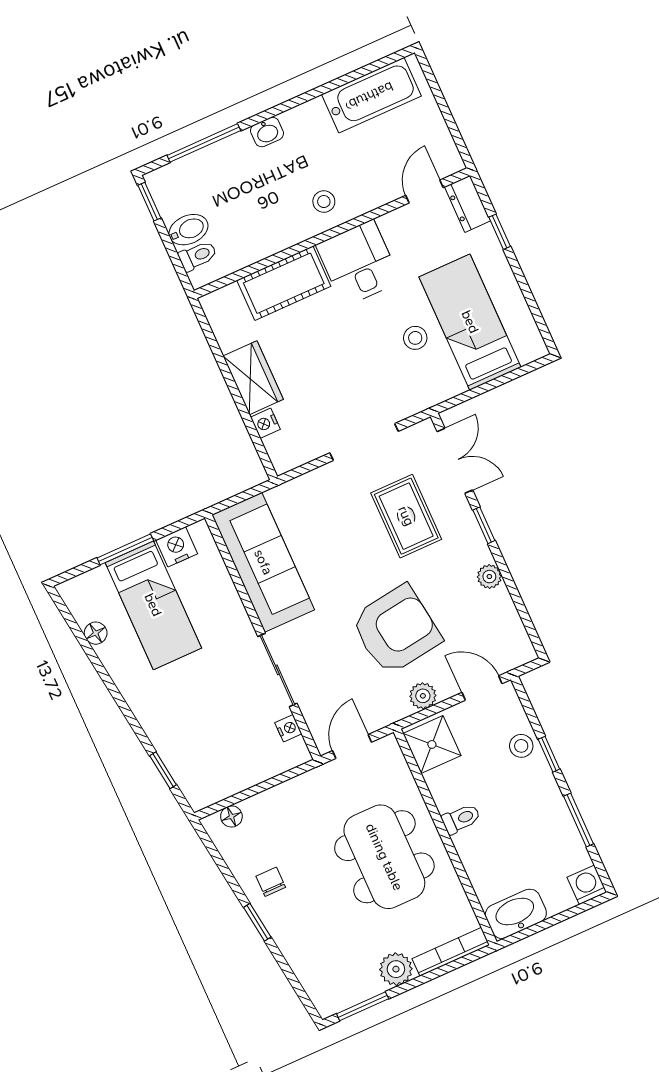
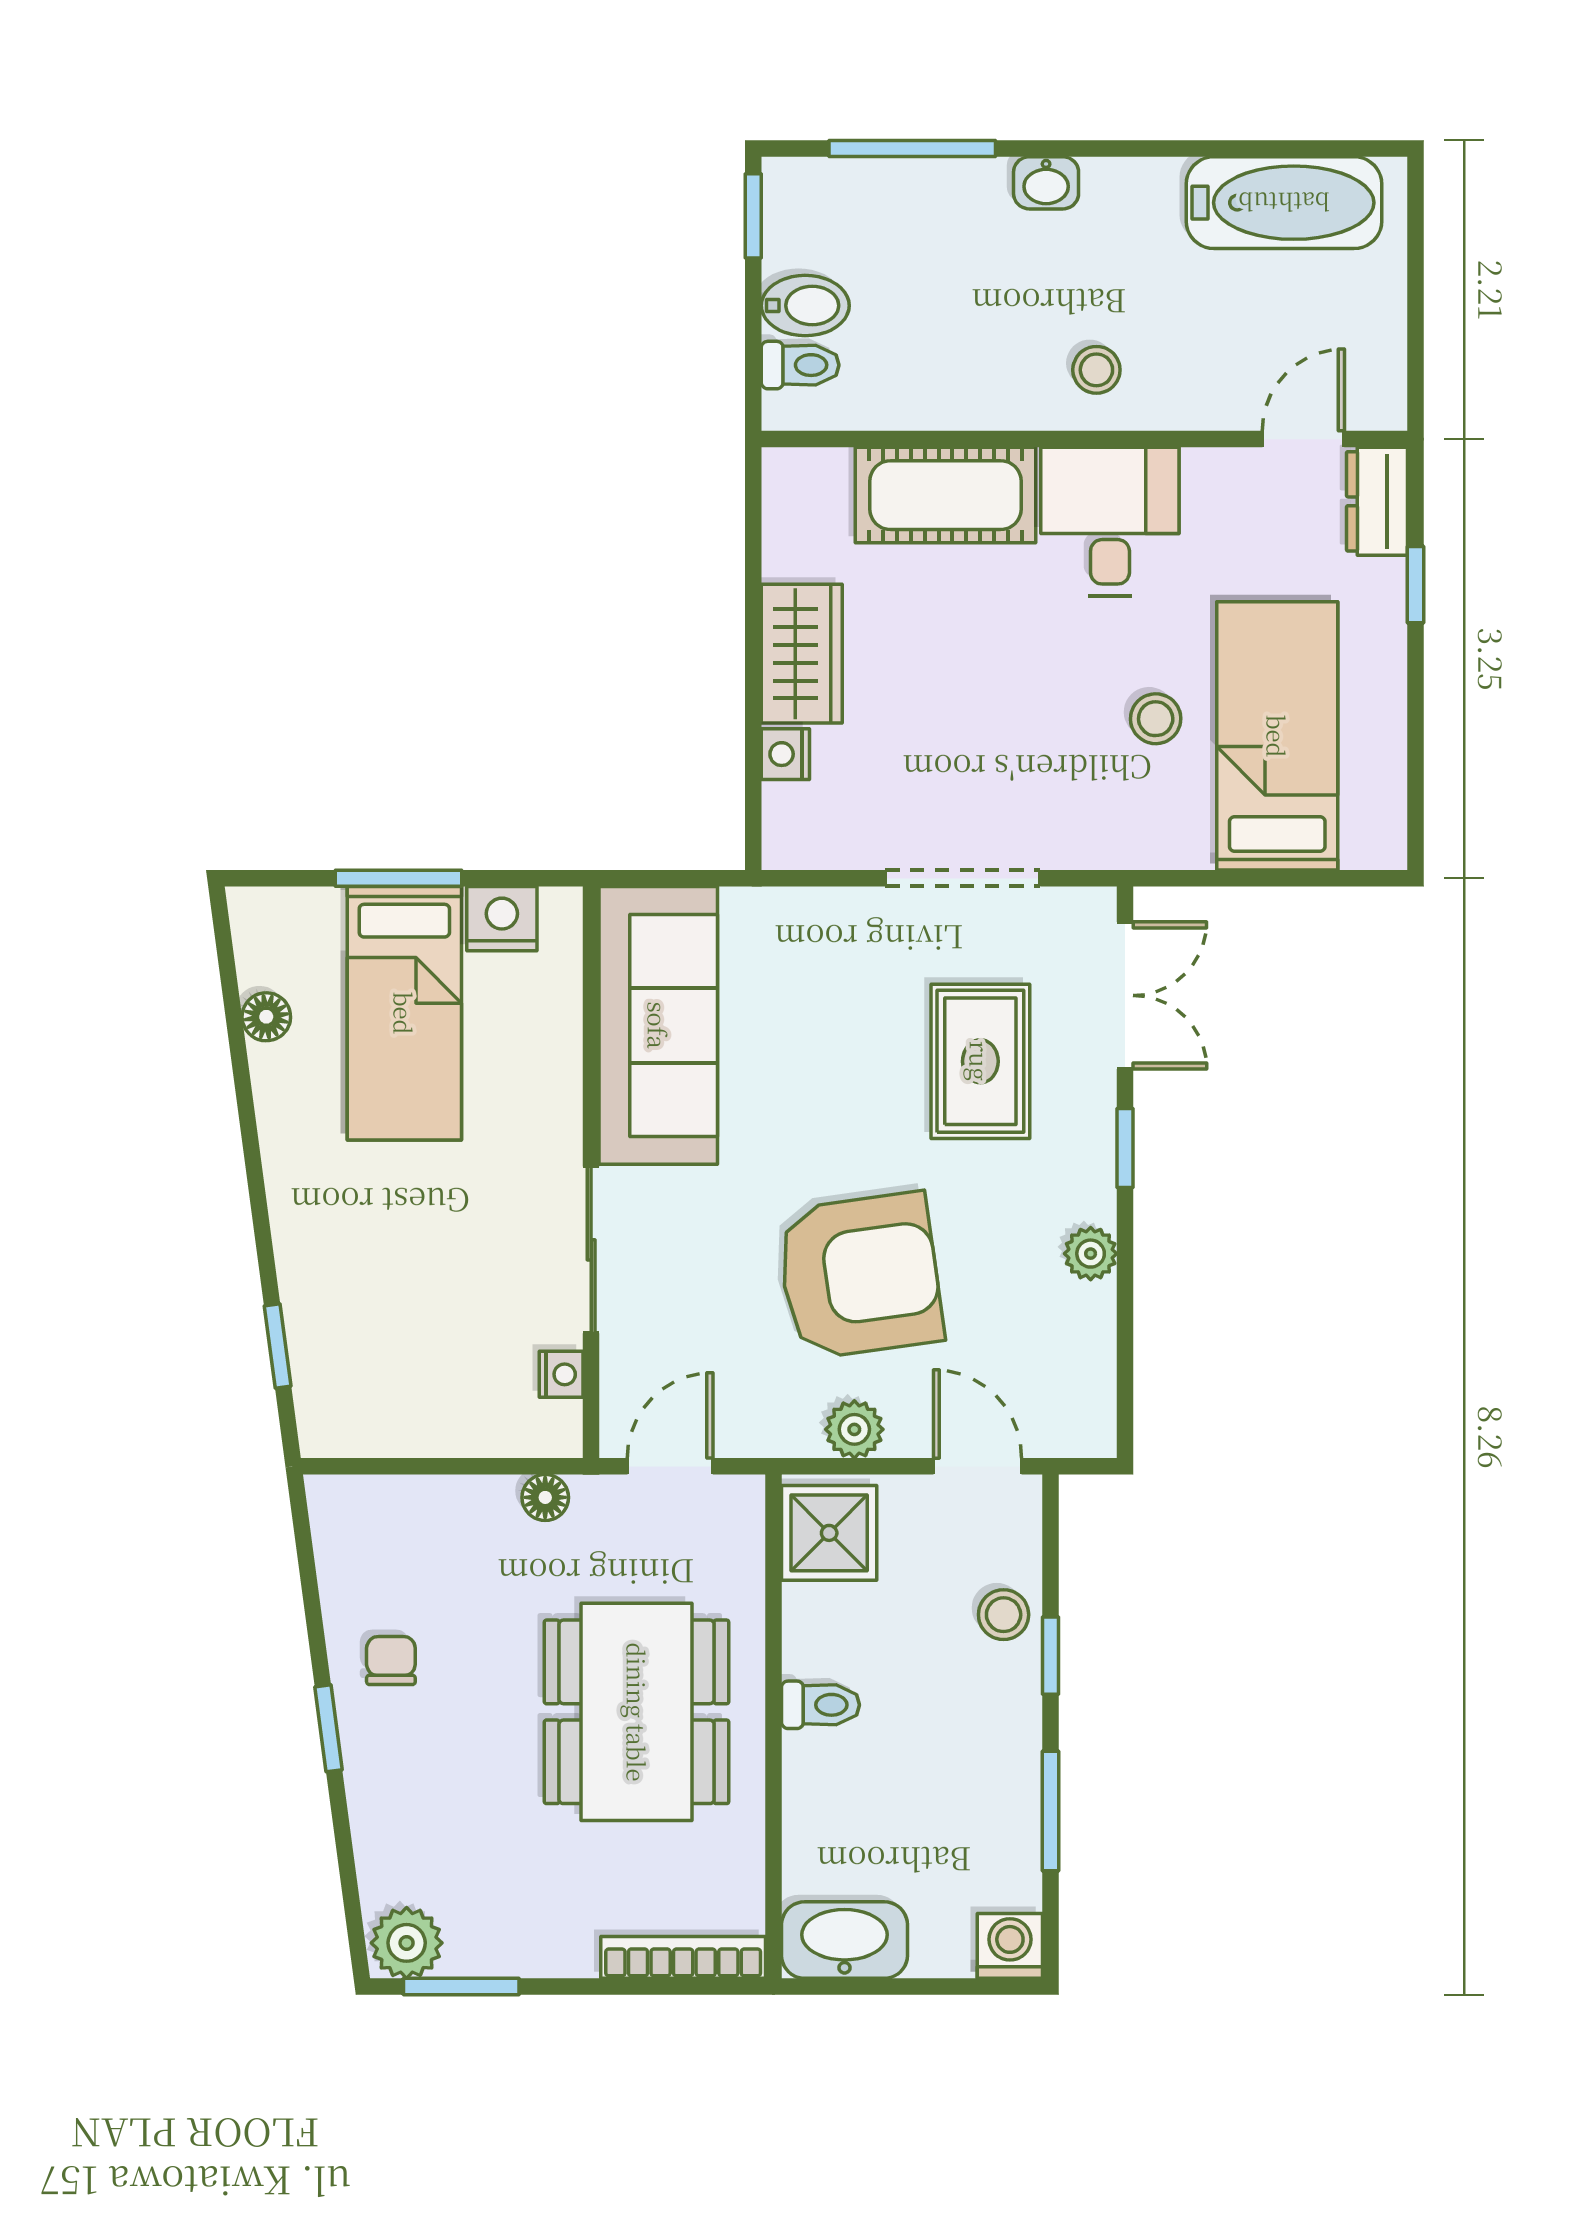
floor lamp: (231, 816) -> (545, 1497), moved
plant: (396, 969) -> (407, 1943), moved

